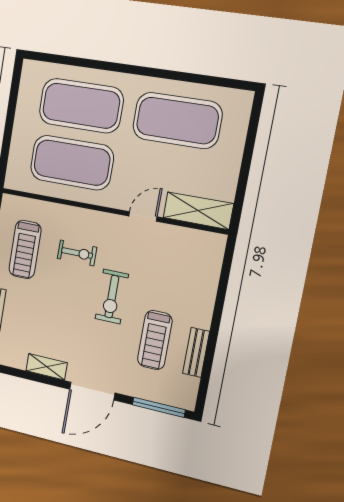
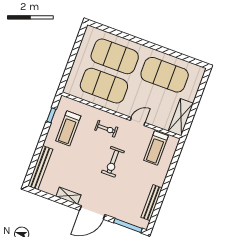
shelving: (198, 211) -> (181, 117), moved, turned 90
exercise bike: (77, 253) -> (106, 129), moved
treadmill: (155, 340) -> (156, 148), moved
bench: (196, 352) -> (152, 203), width x1.36

